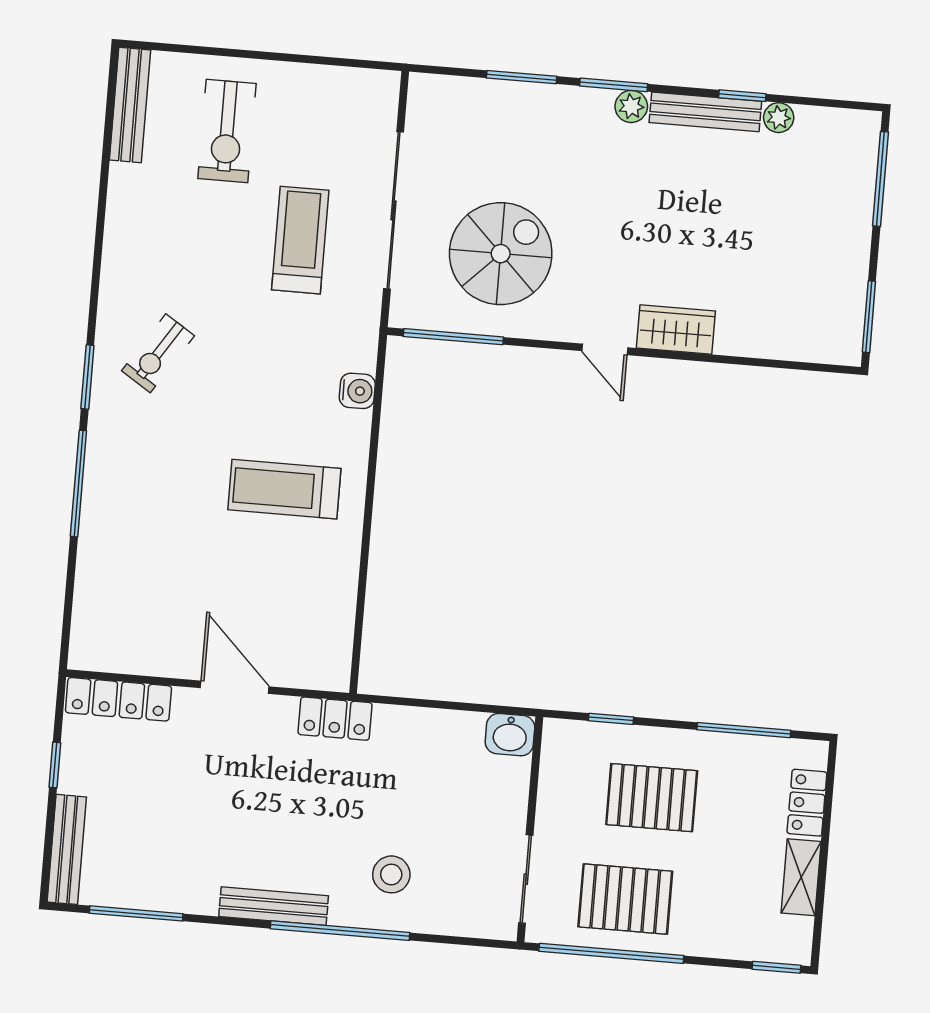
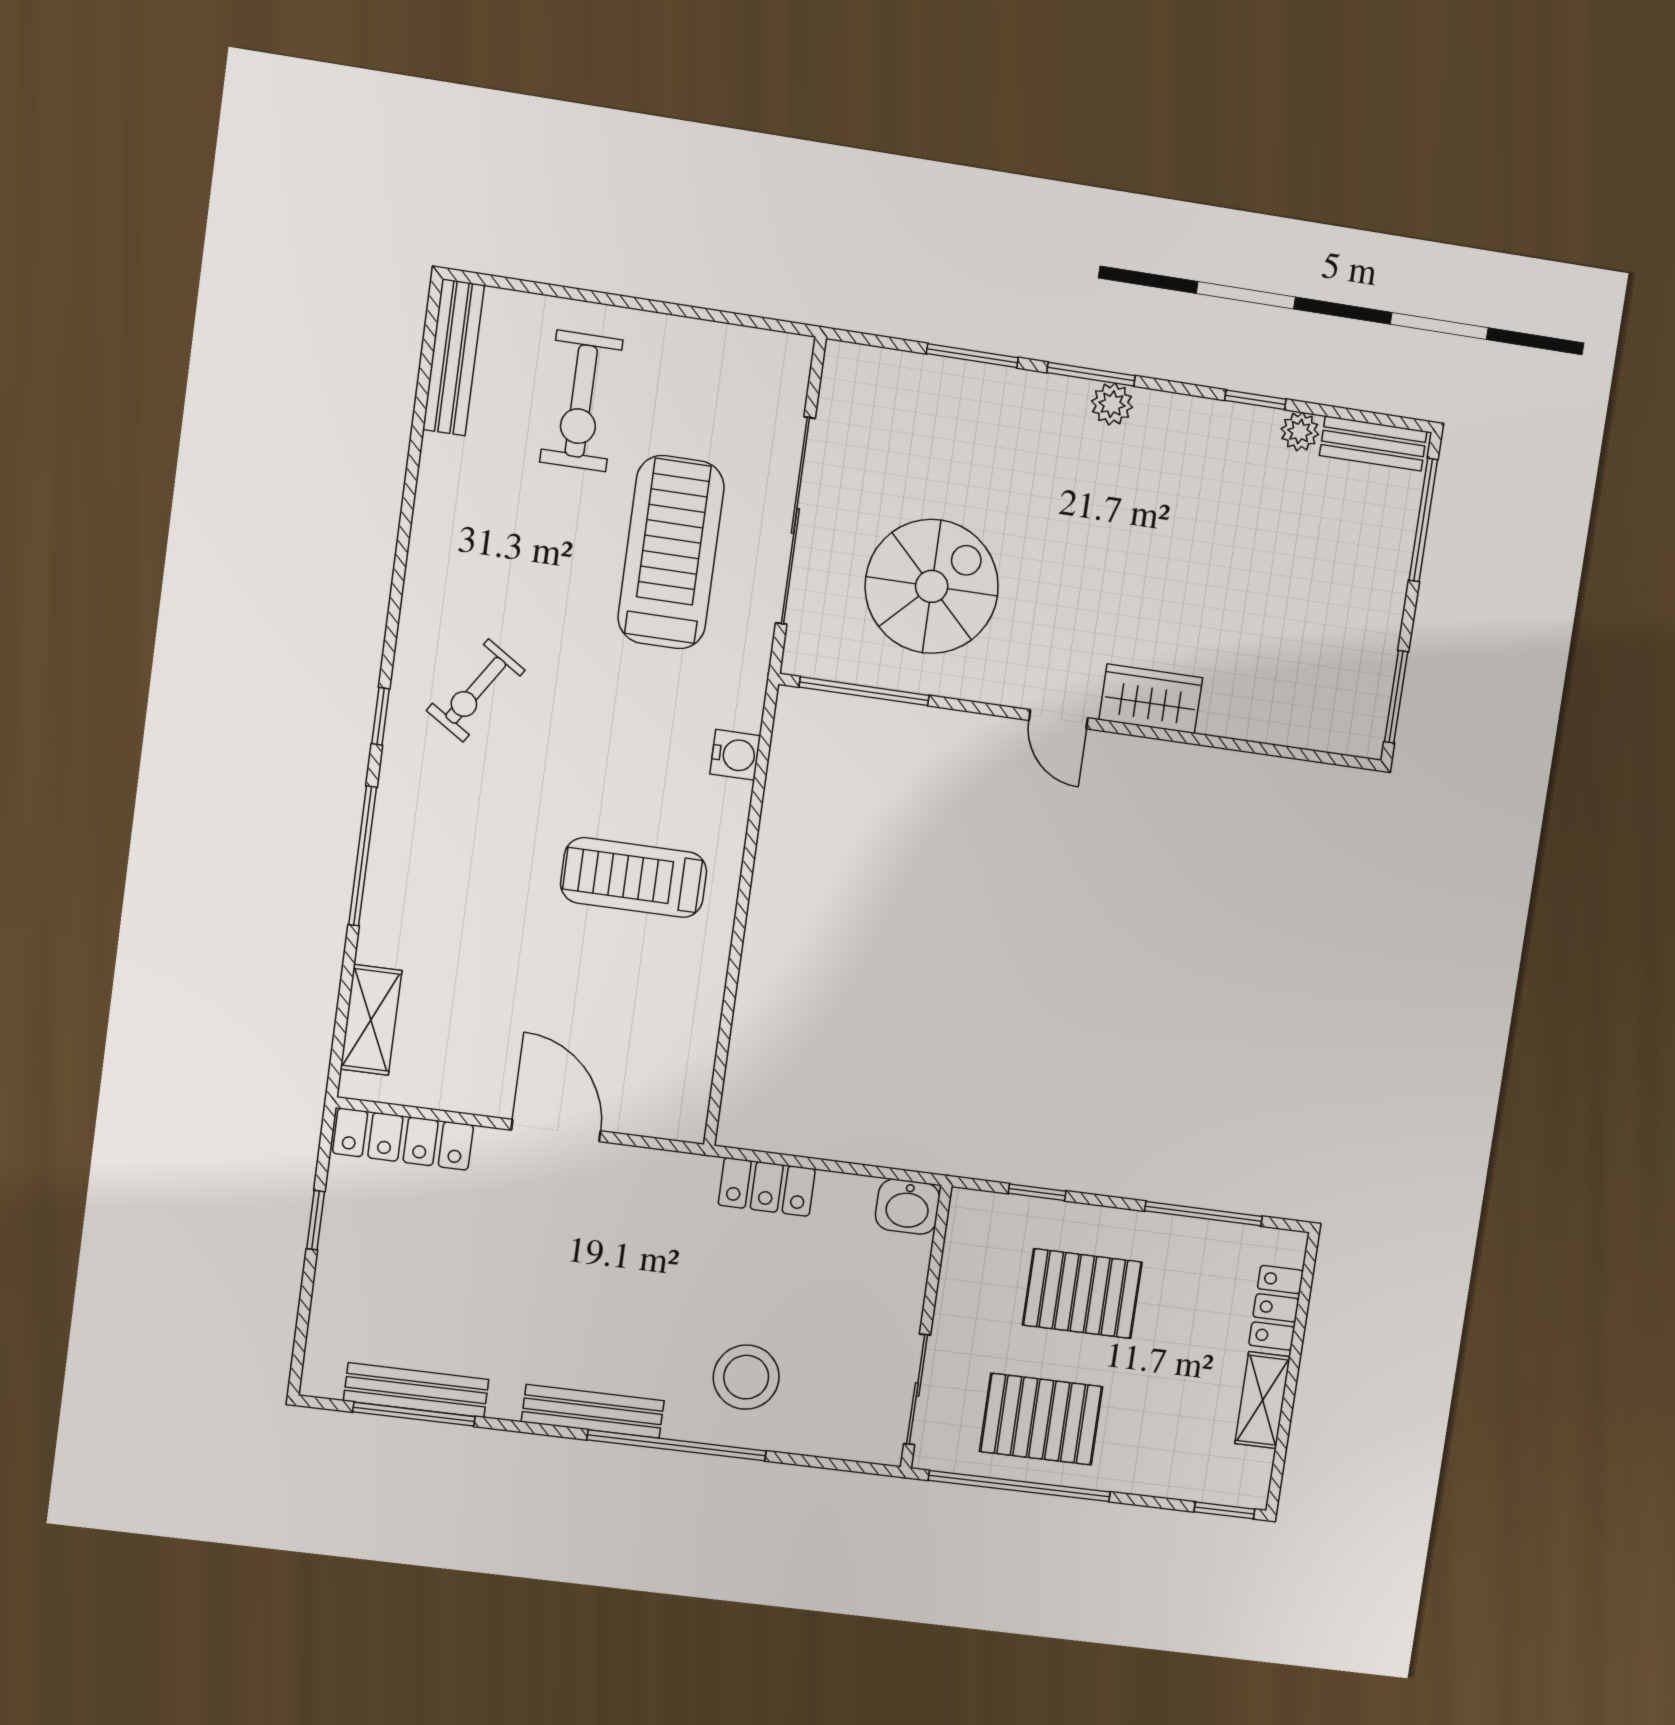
bench: (705, 112) -> (1373, 443), moved, width x0.73
treadmill: (300, 240) -> (671, 552), width x1.37, depth x1.38
window: (87, 377) -> (381, 716), width x0.67
shelving: (90, 608) -> (371, 1020), added
locker: (335, 719) -> (767, 1187), moved
bench: (67, 849) -> (416, 1390), moved, turned 90
stool: (391, 874) -> (746, 1377), width x1.38, depth x1.38

